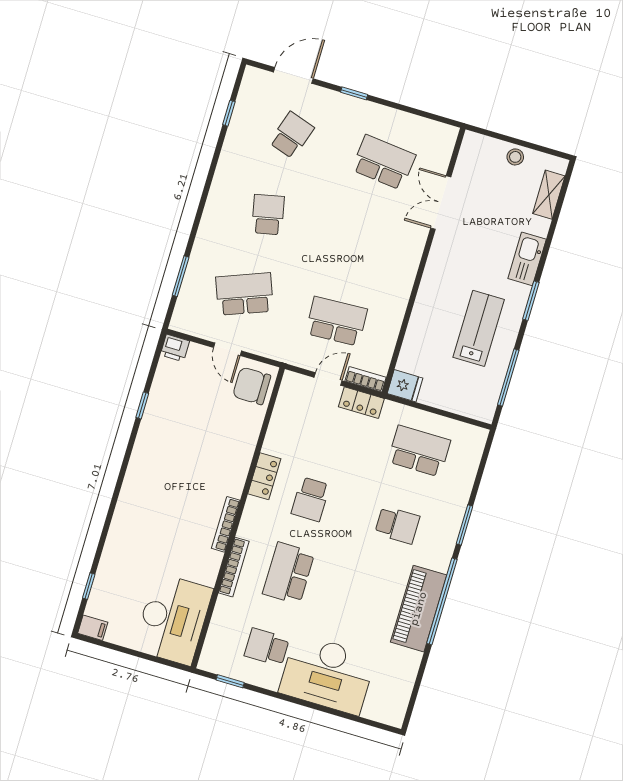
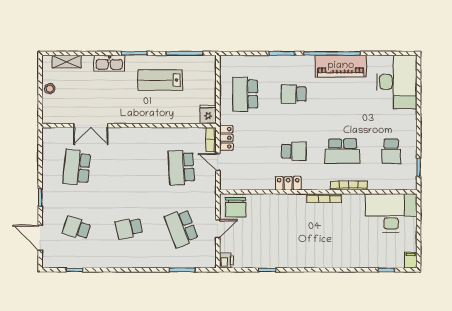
school desk: (397, 525) -> (294, 94), turned -90
desk: (327, 674) -> (397, 82), moved

